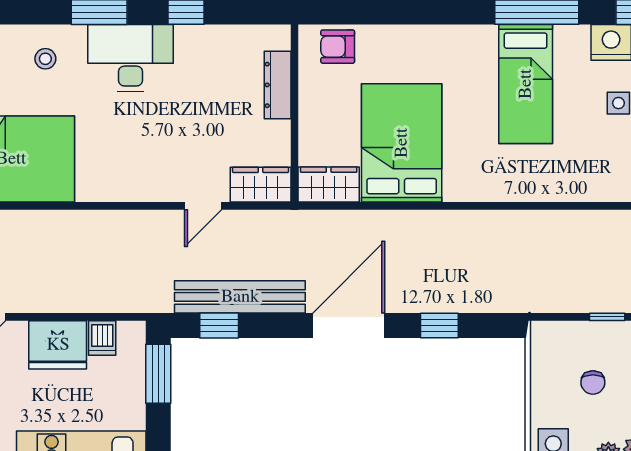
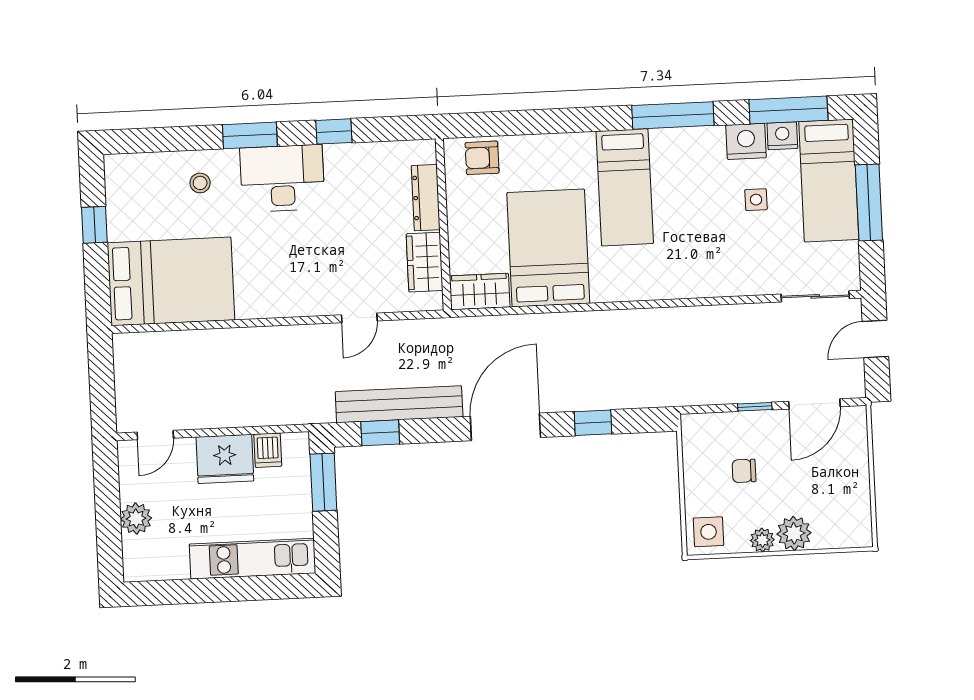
bed: (526, 84) -> (625, 187), moved
wardrobe: (261, 185) -> (425, 262), moved, turned -90
chair: (593, 382) -> (744, 471), turned 90

